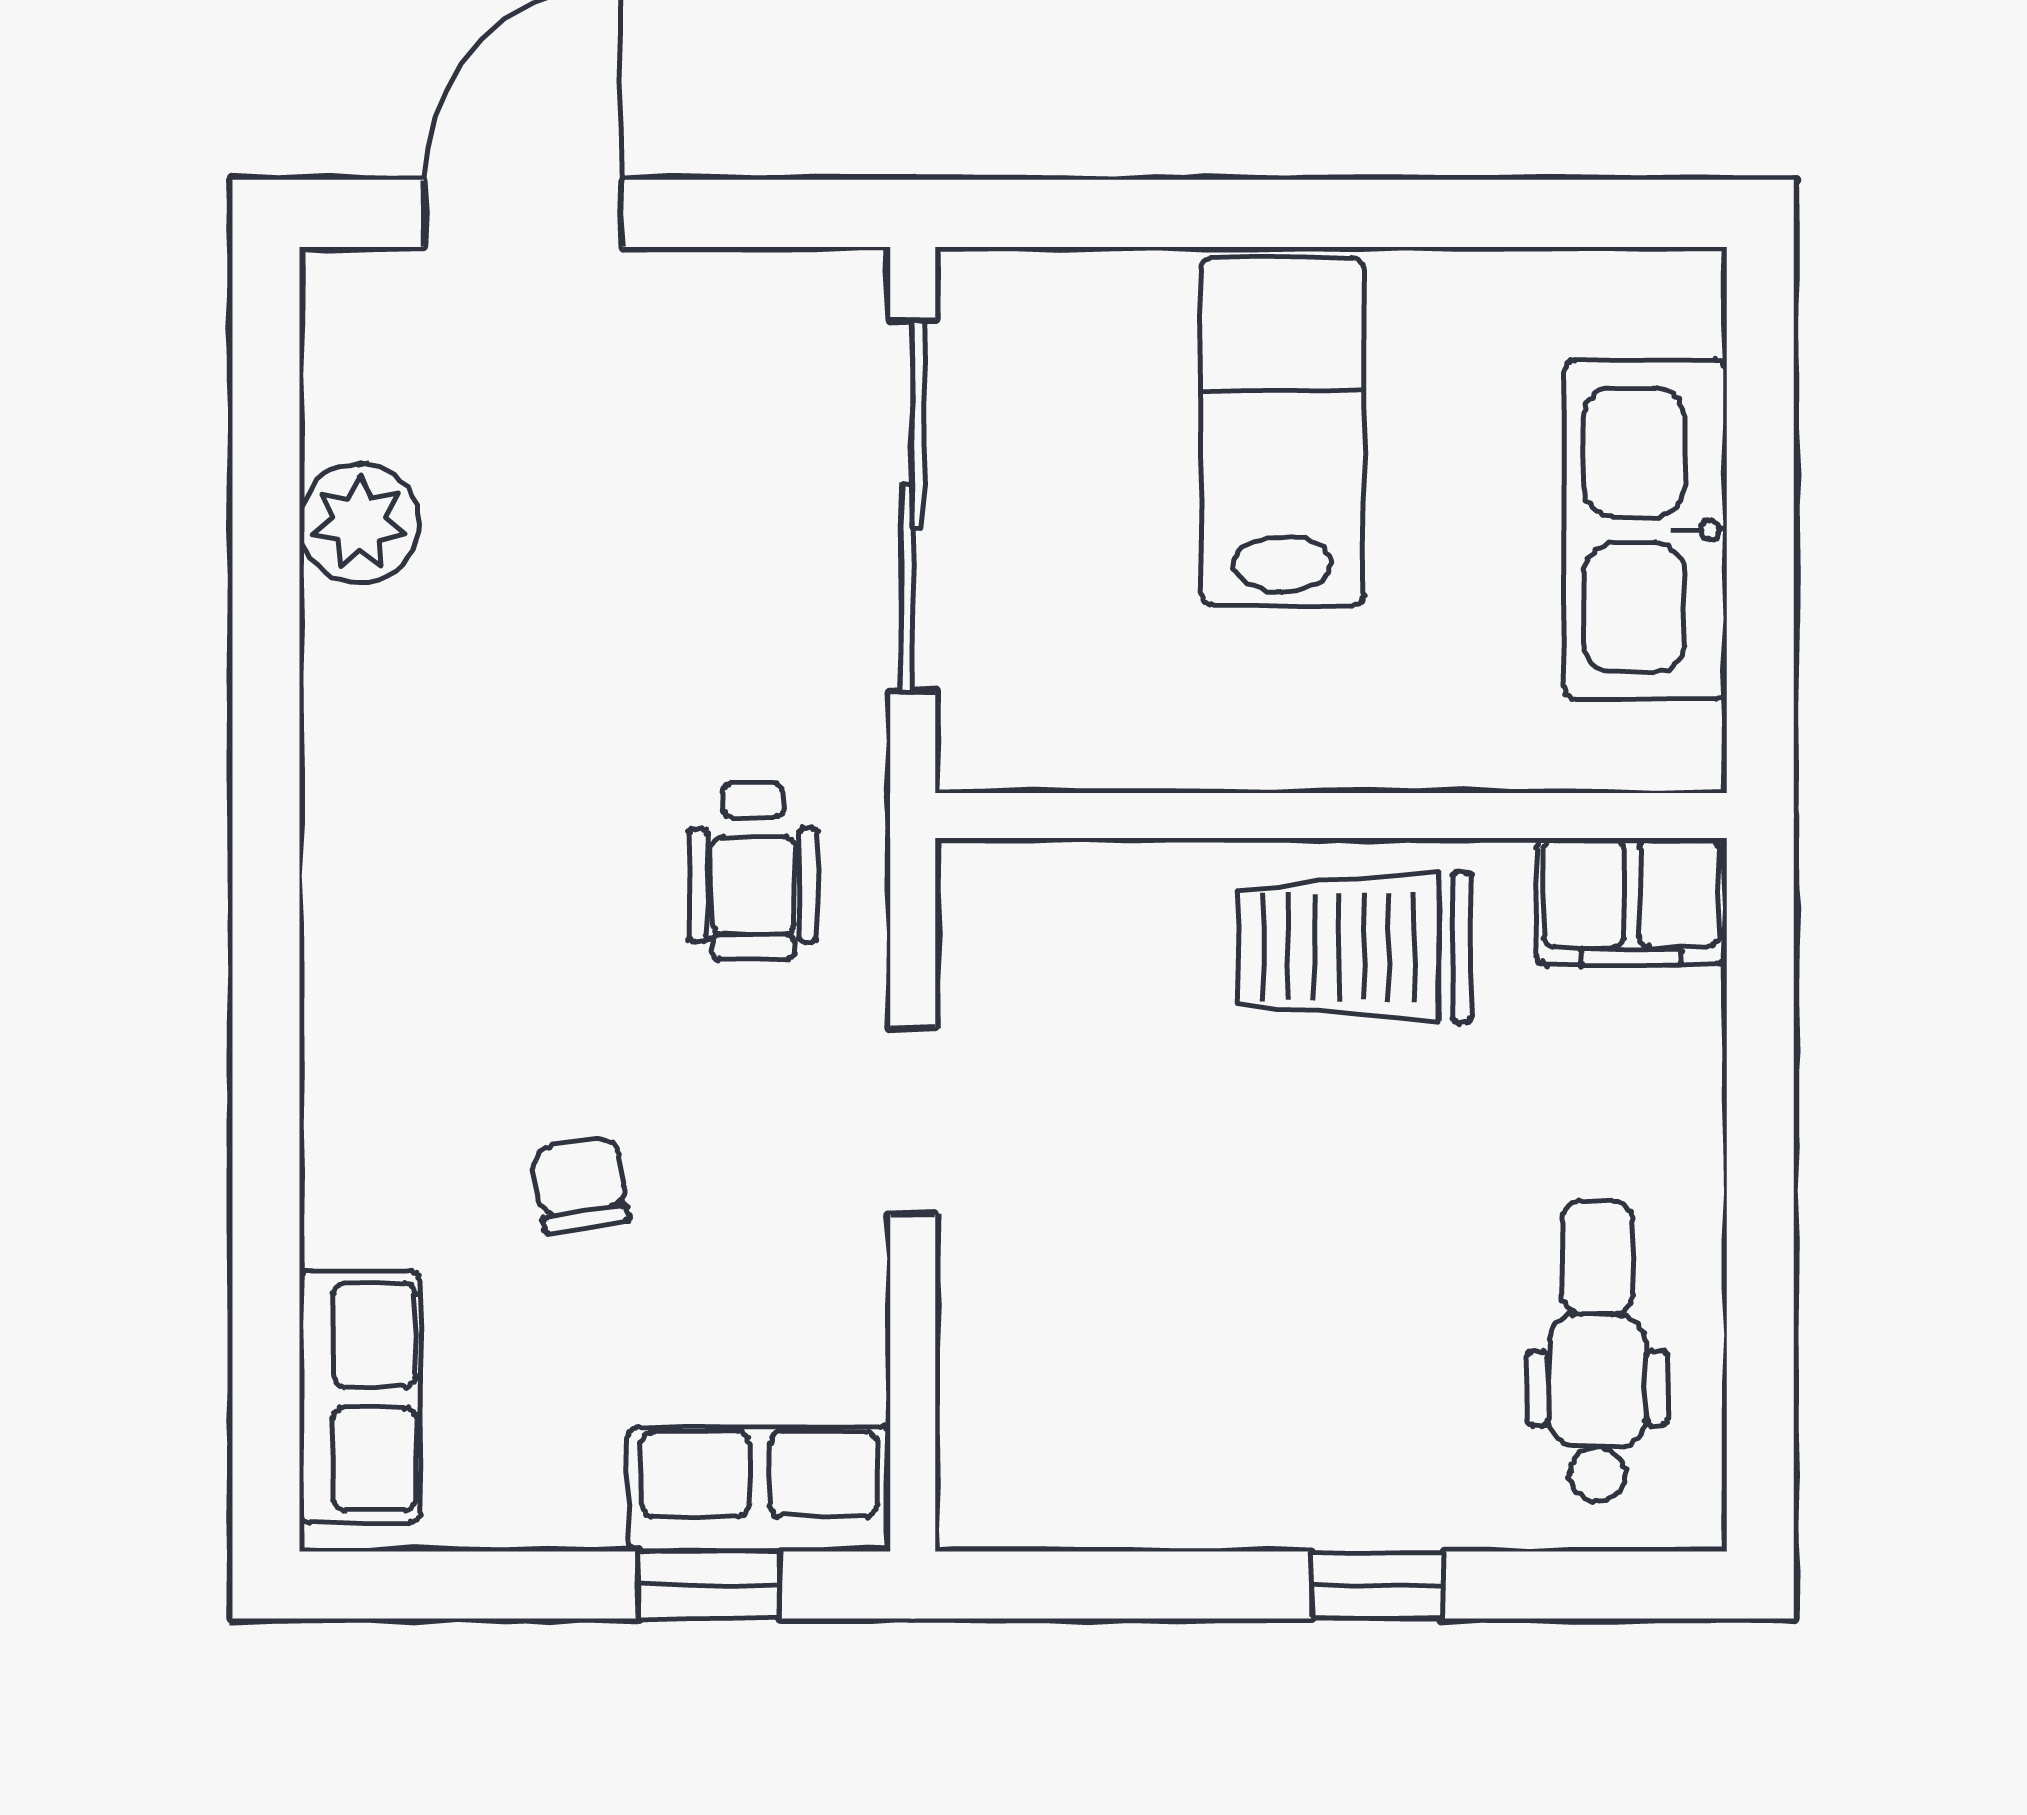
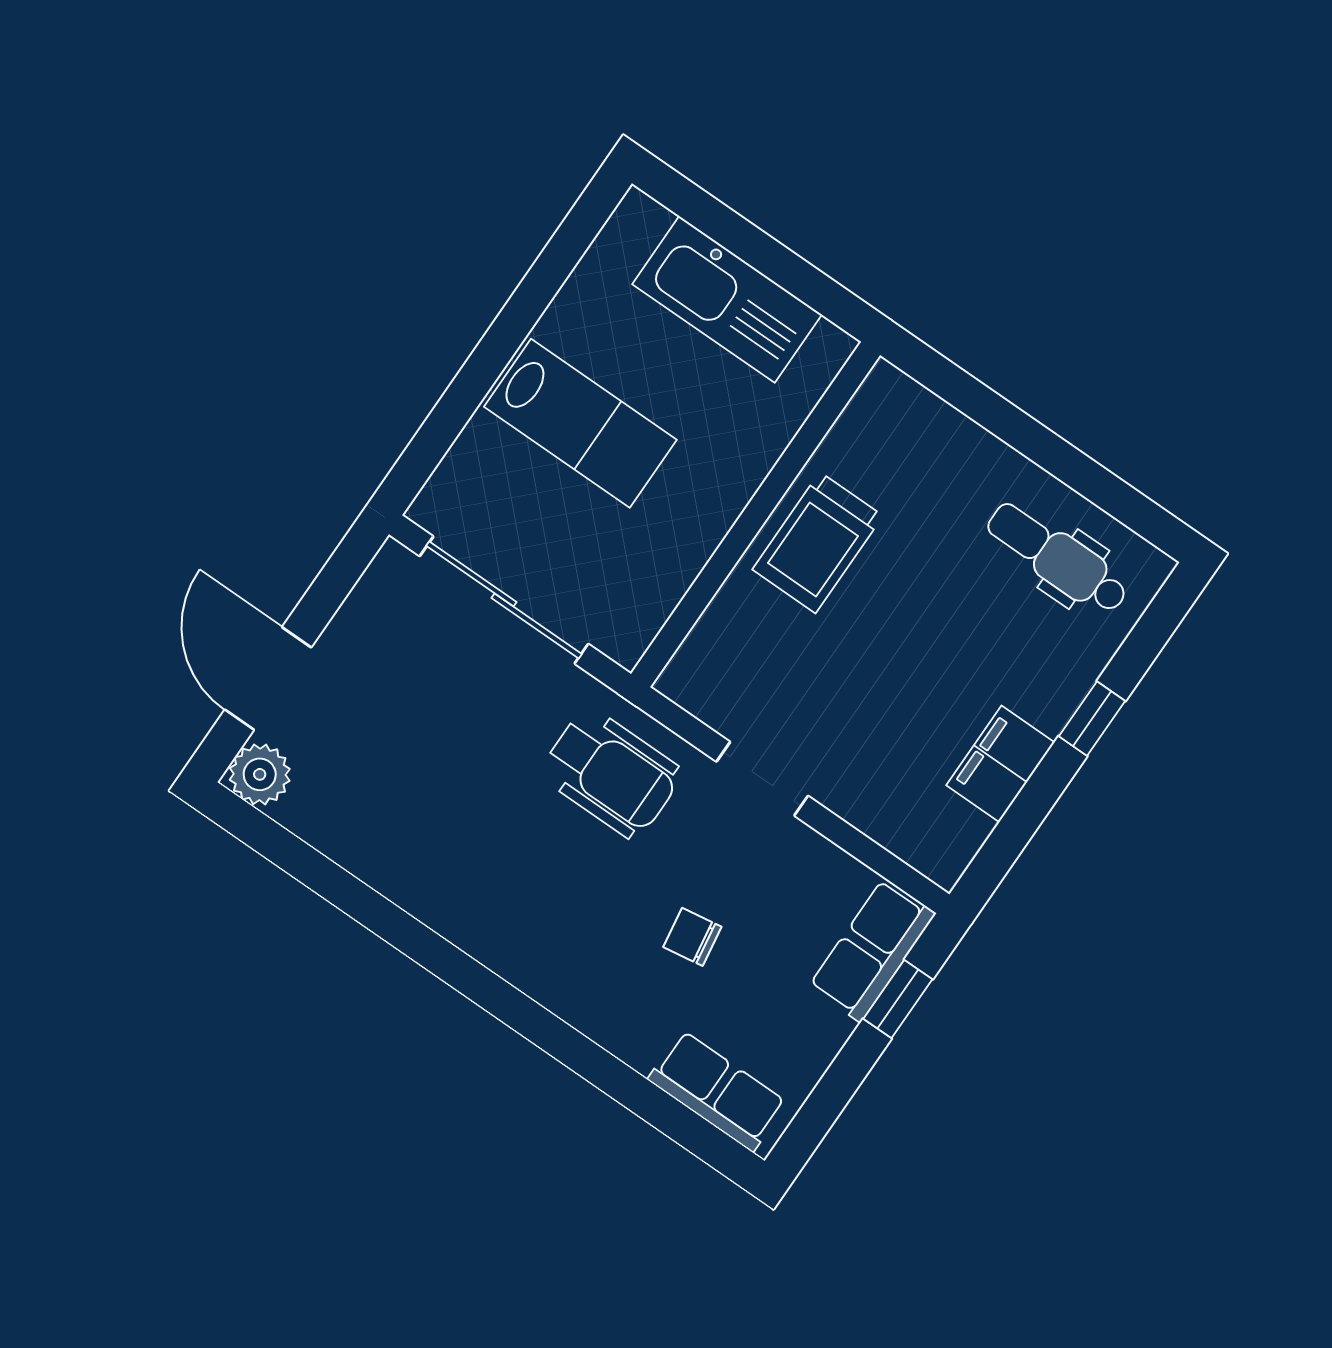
lab bench: (1282, 432) -> (580, 423), turned 180
plant: (359, 523) -> (260, 774), moved
wheelchair: (753, 871) -> (611, 773), width x1.36, depth x1.37
filing cabinet: (1632, 901) -> (1000, 764), moved, turned 180

